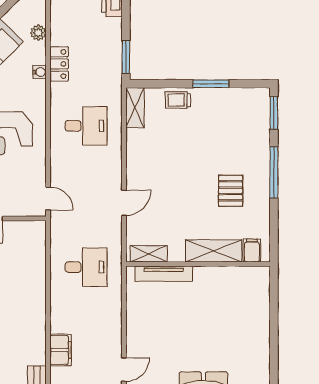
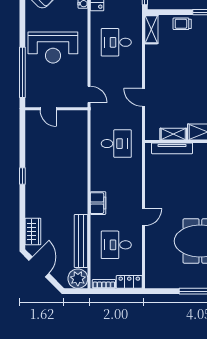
desk: (86, 126) -> (116, 42), turned 180
door: (124, 203) -> (143, 97), swing flipped
shelving: (149, 254) -> (173, 134), moved

